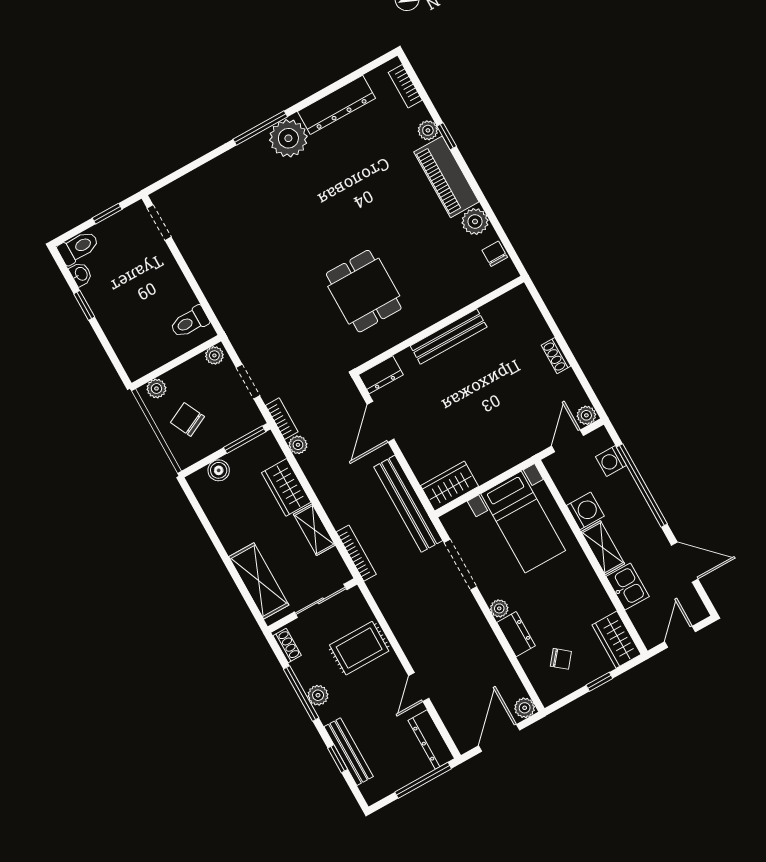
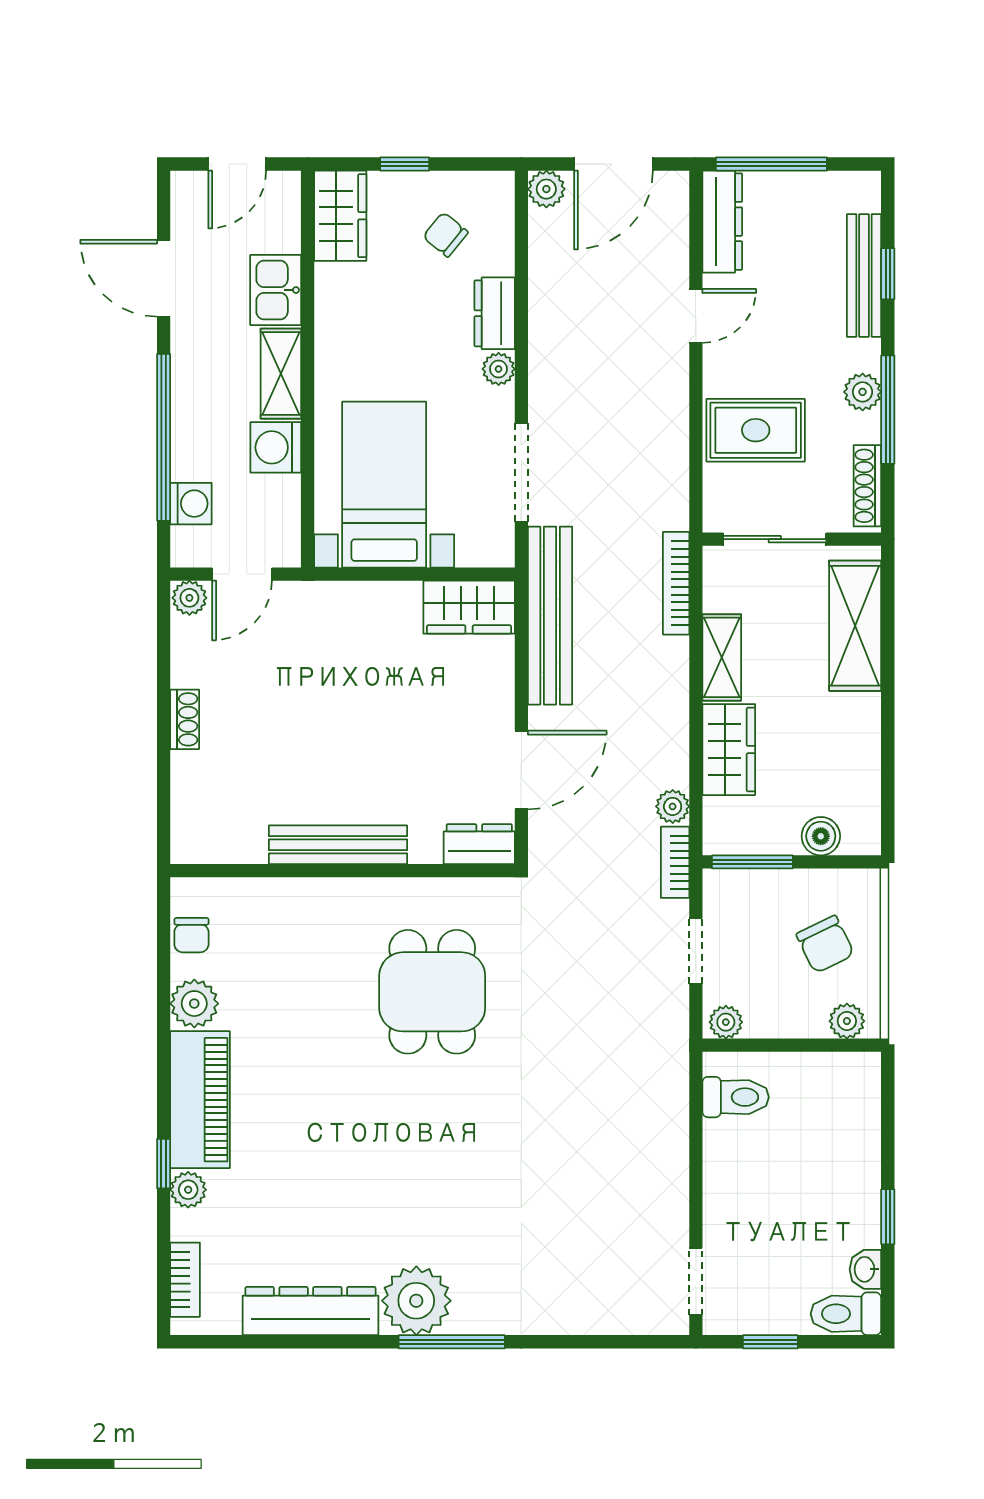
shoe rack: (287, 646) -> (867, 486), width x1.43

